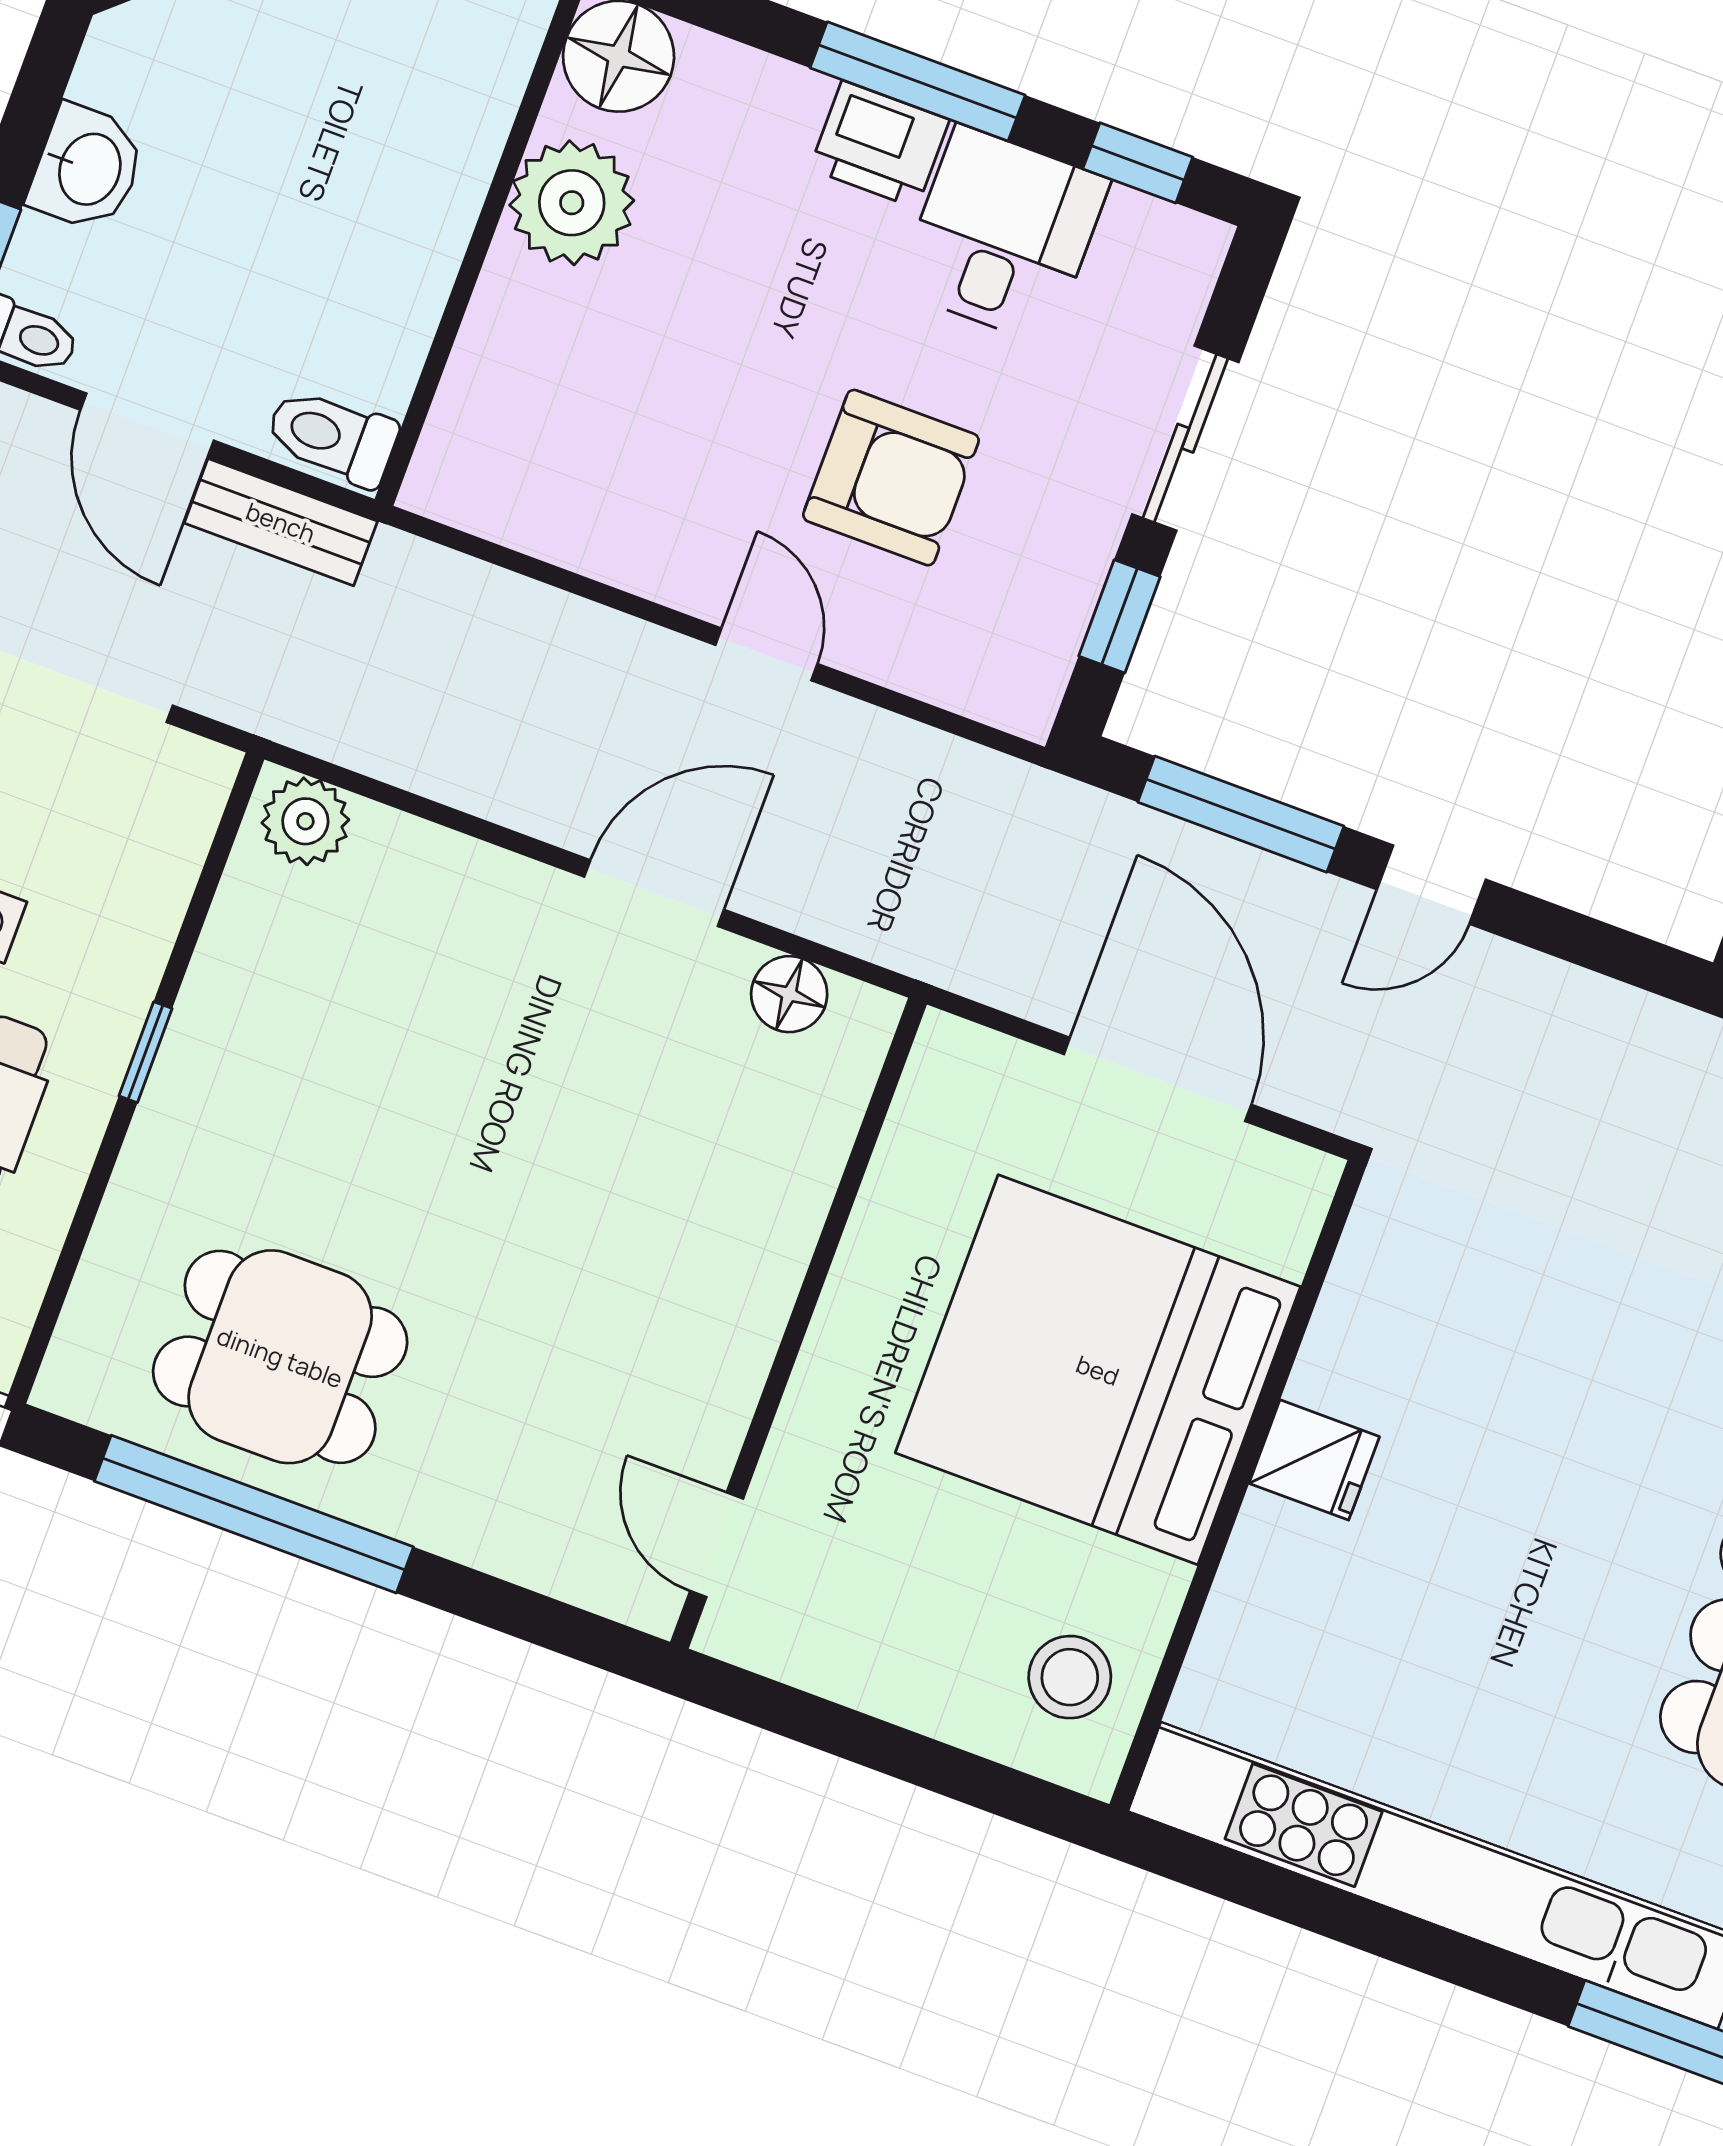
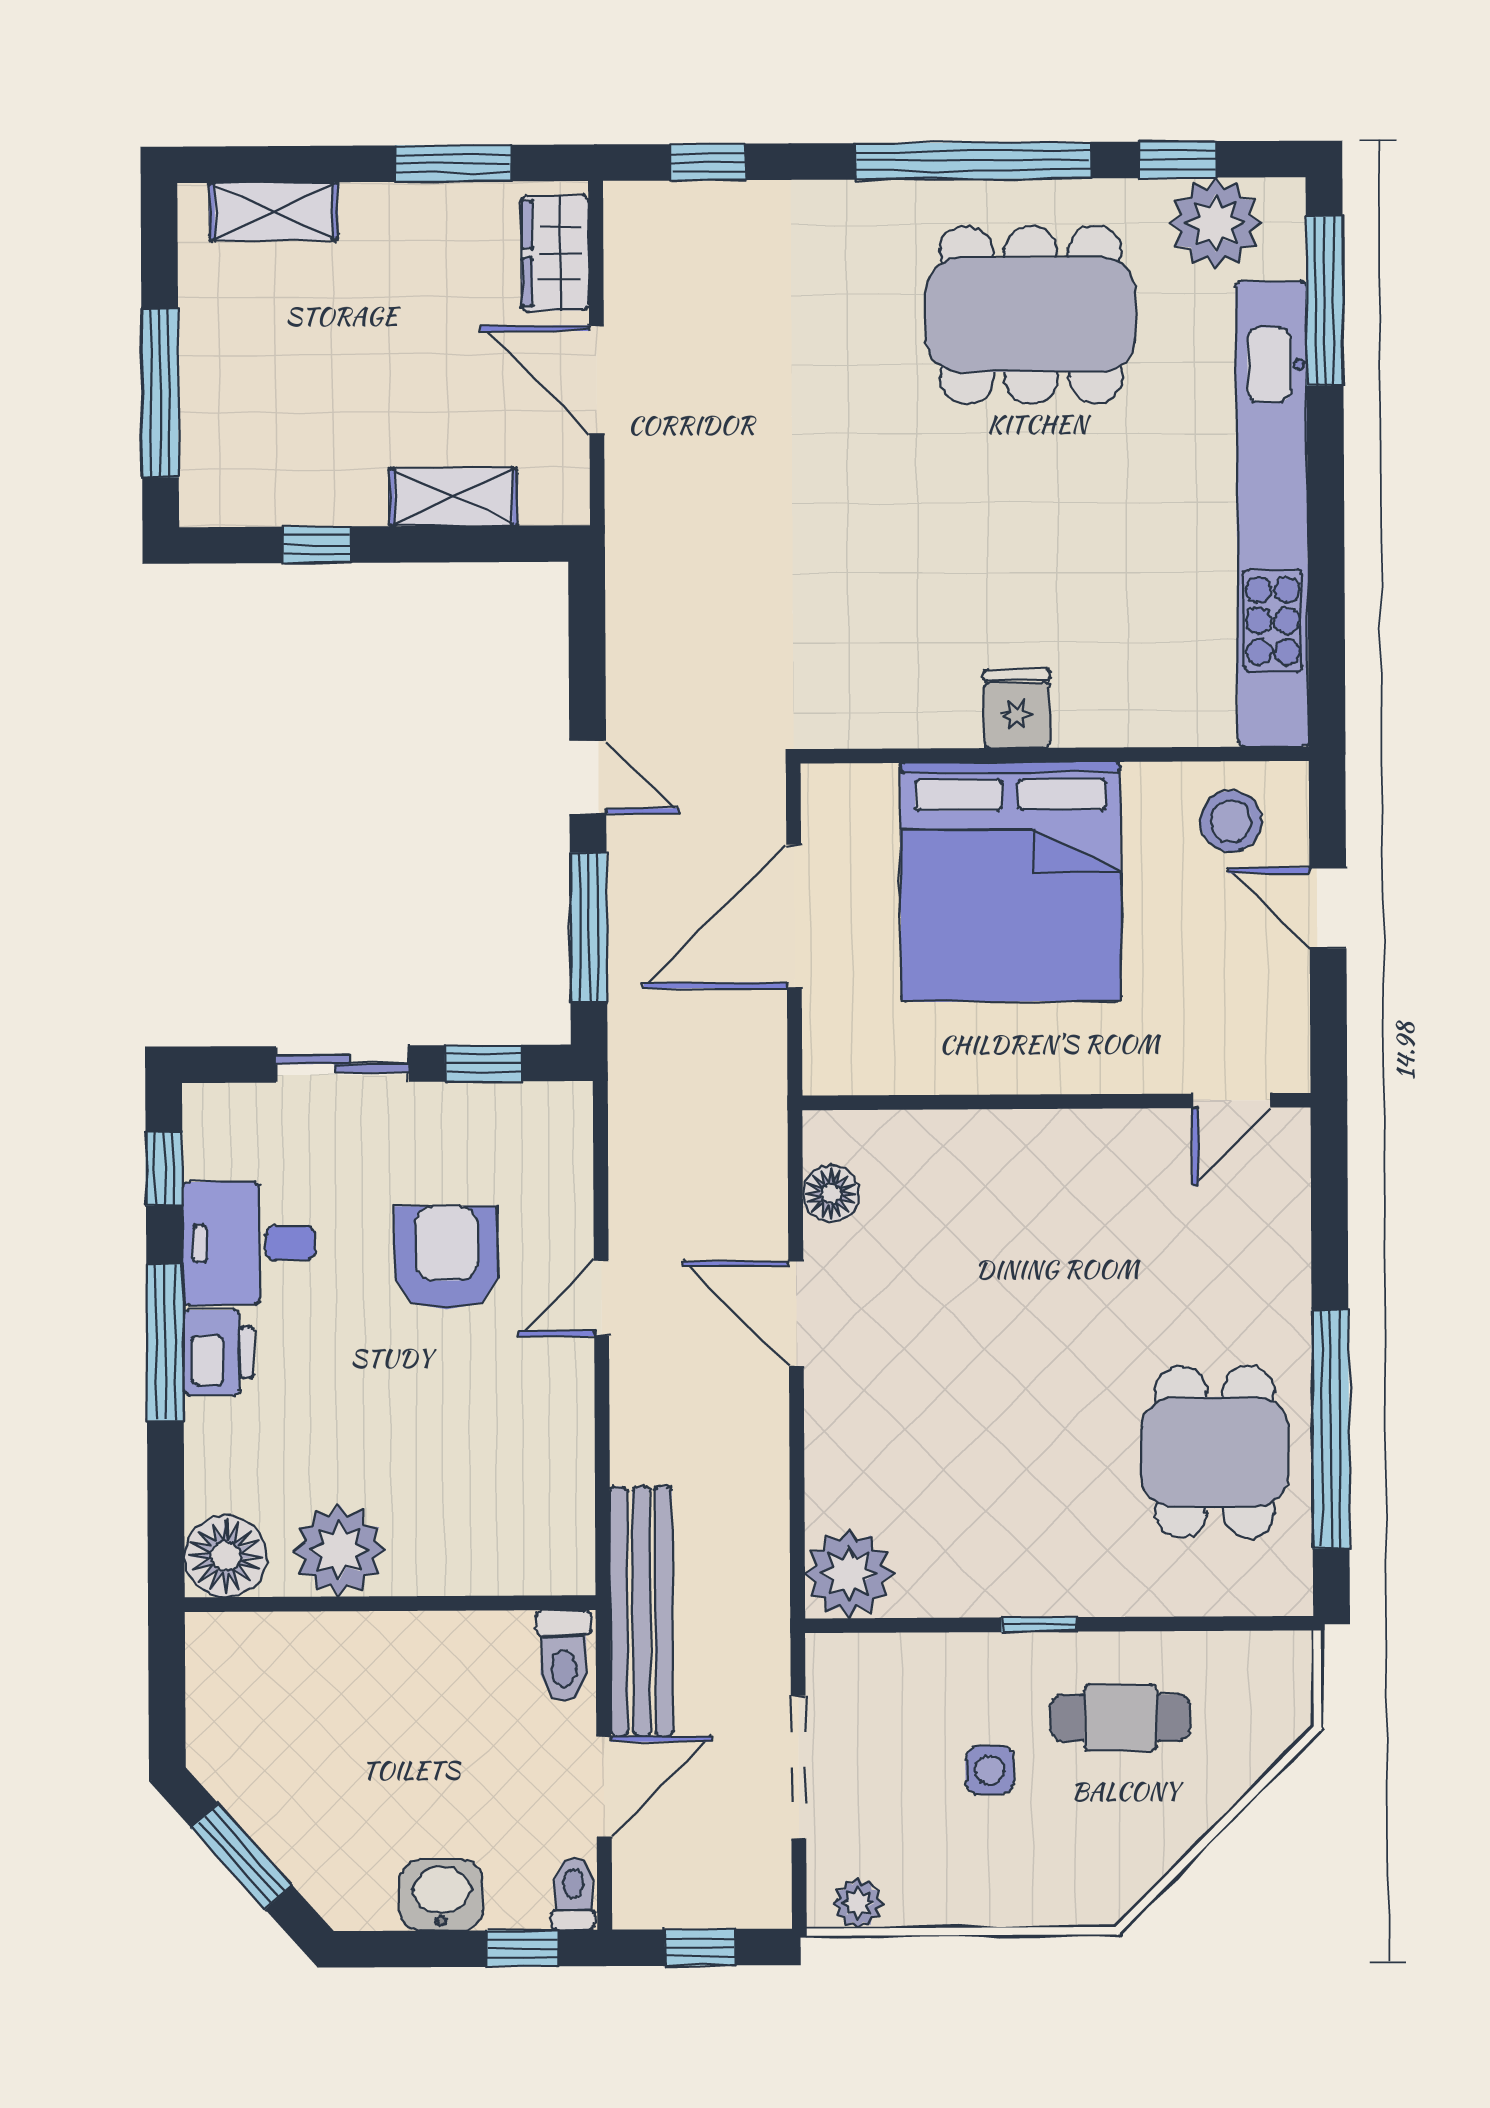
bench: (281, 522) -> (641, 1611), width x1.86, depth x1.21
plant: (305, 821) -> (849, 1574), width x1.36, depth x1.36
door: (914, 1758) -> (1328, 908), added

